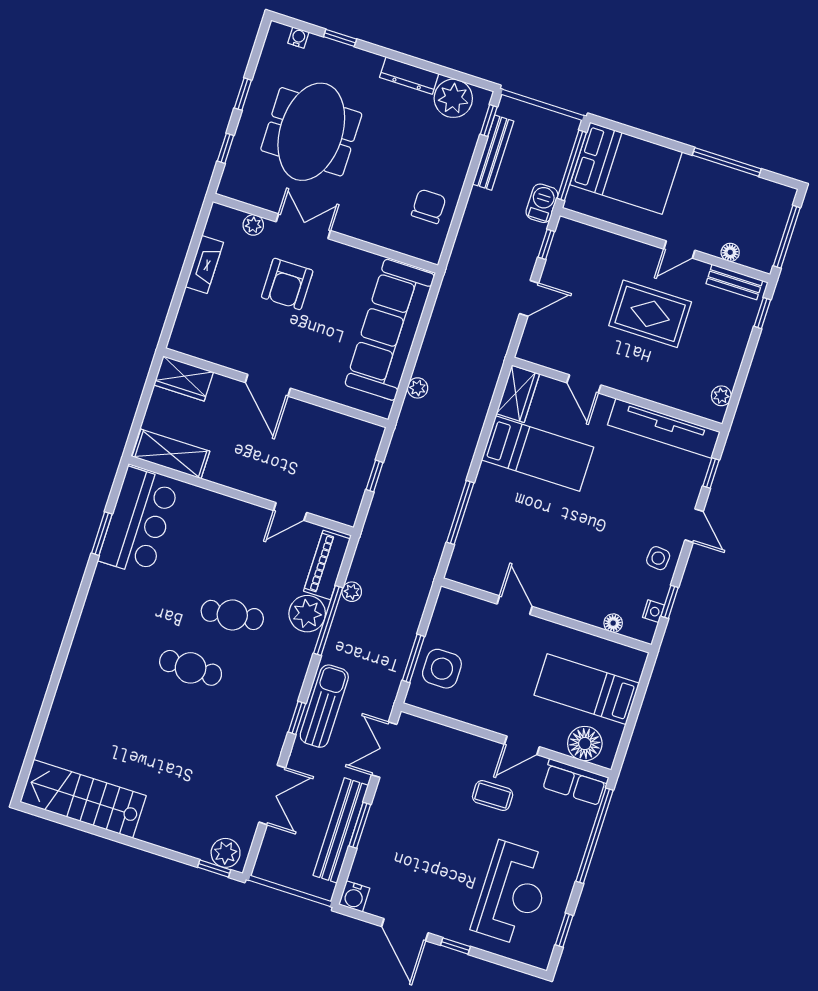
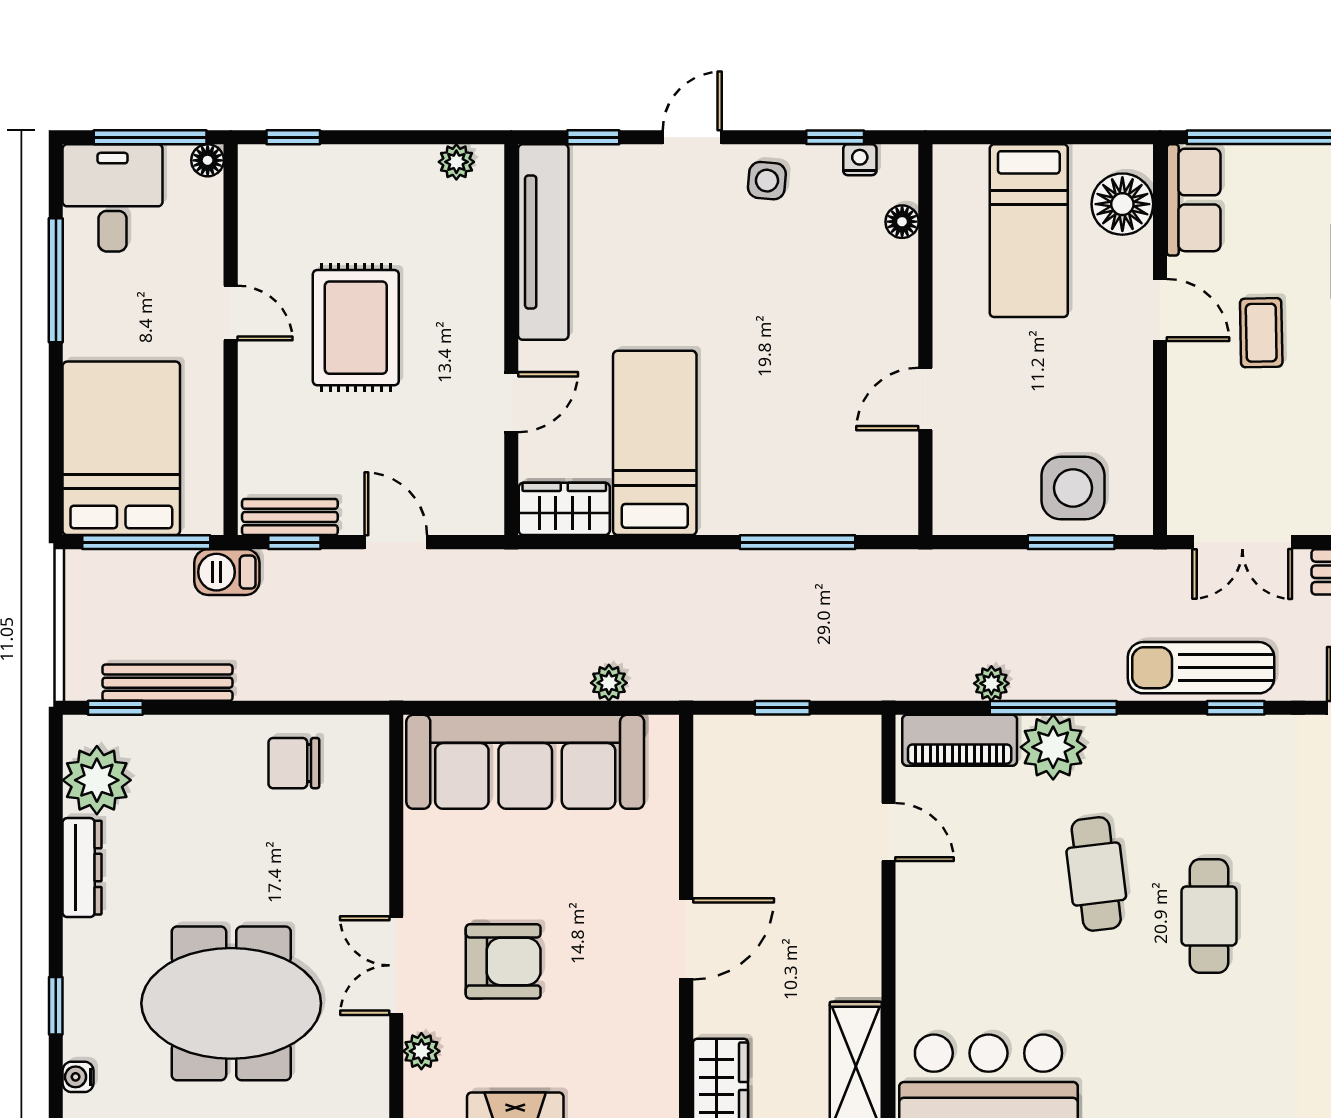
desk: (761, 206) -> (113, 198), added
floor lamp: (730, 252) -> (208, 160), moved
bench: (734, 282) -> (290, 517), moved, turned 90

